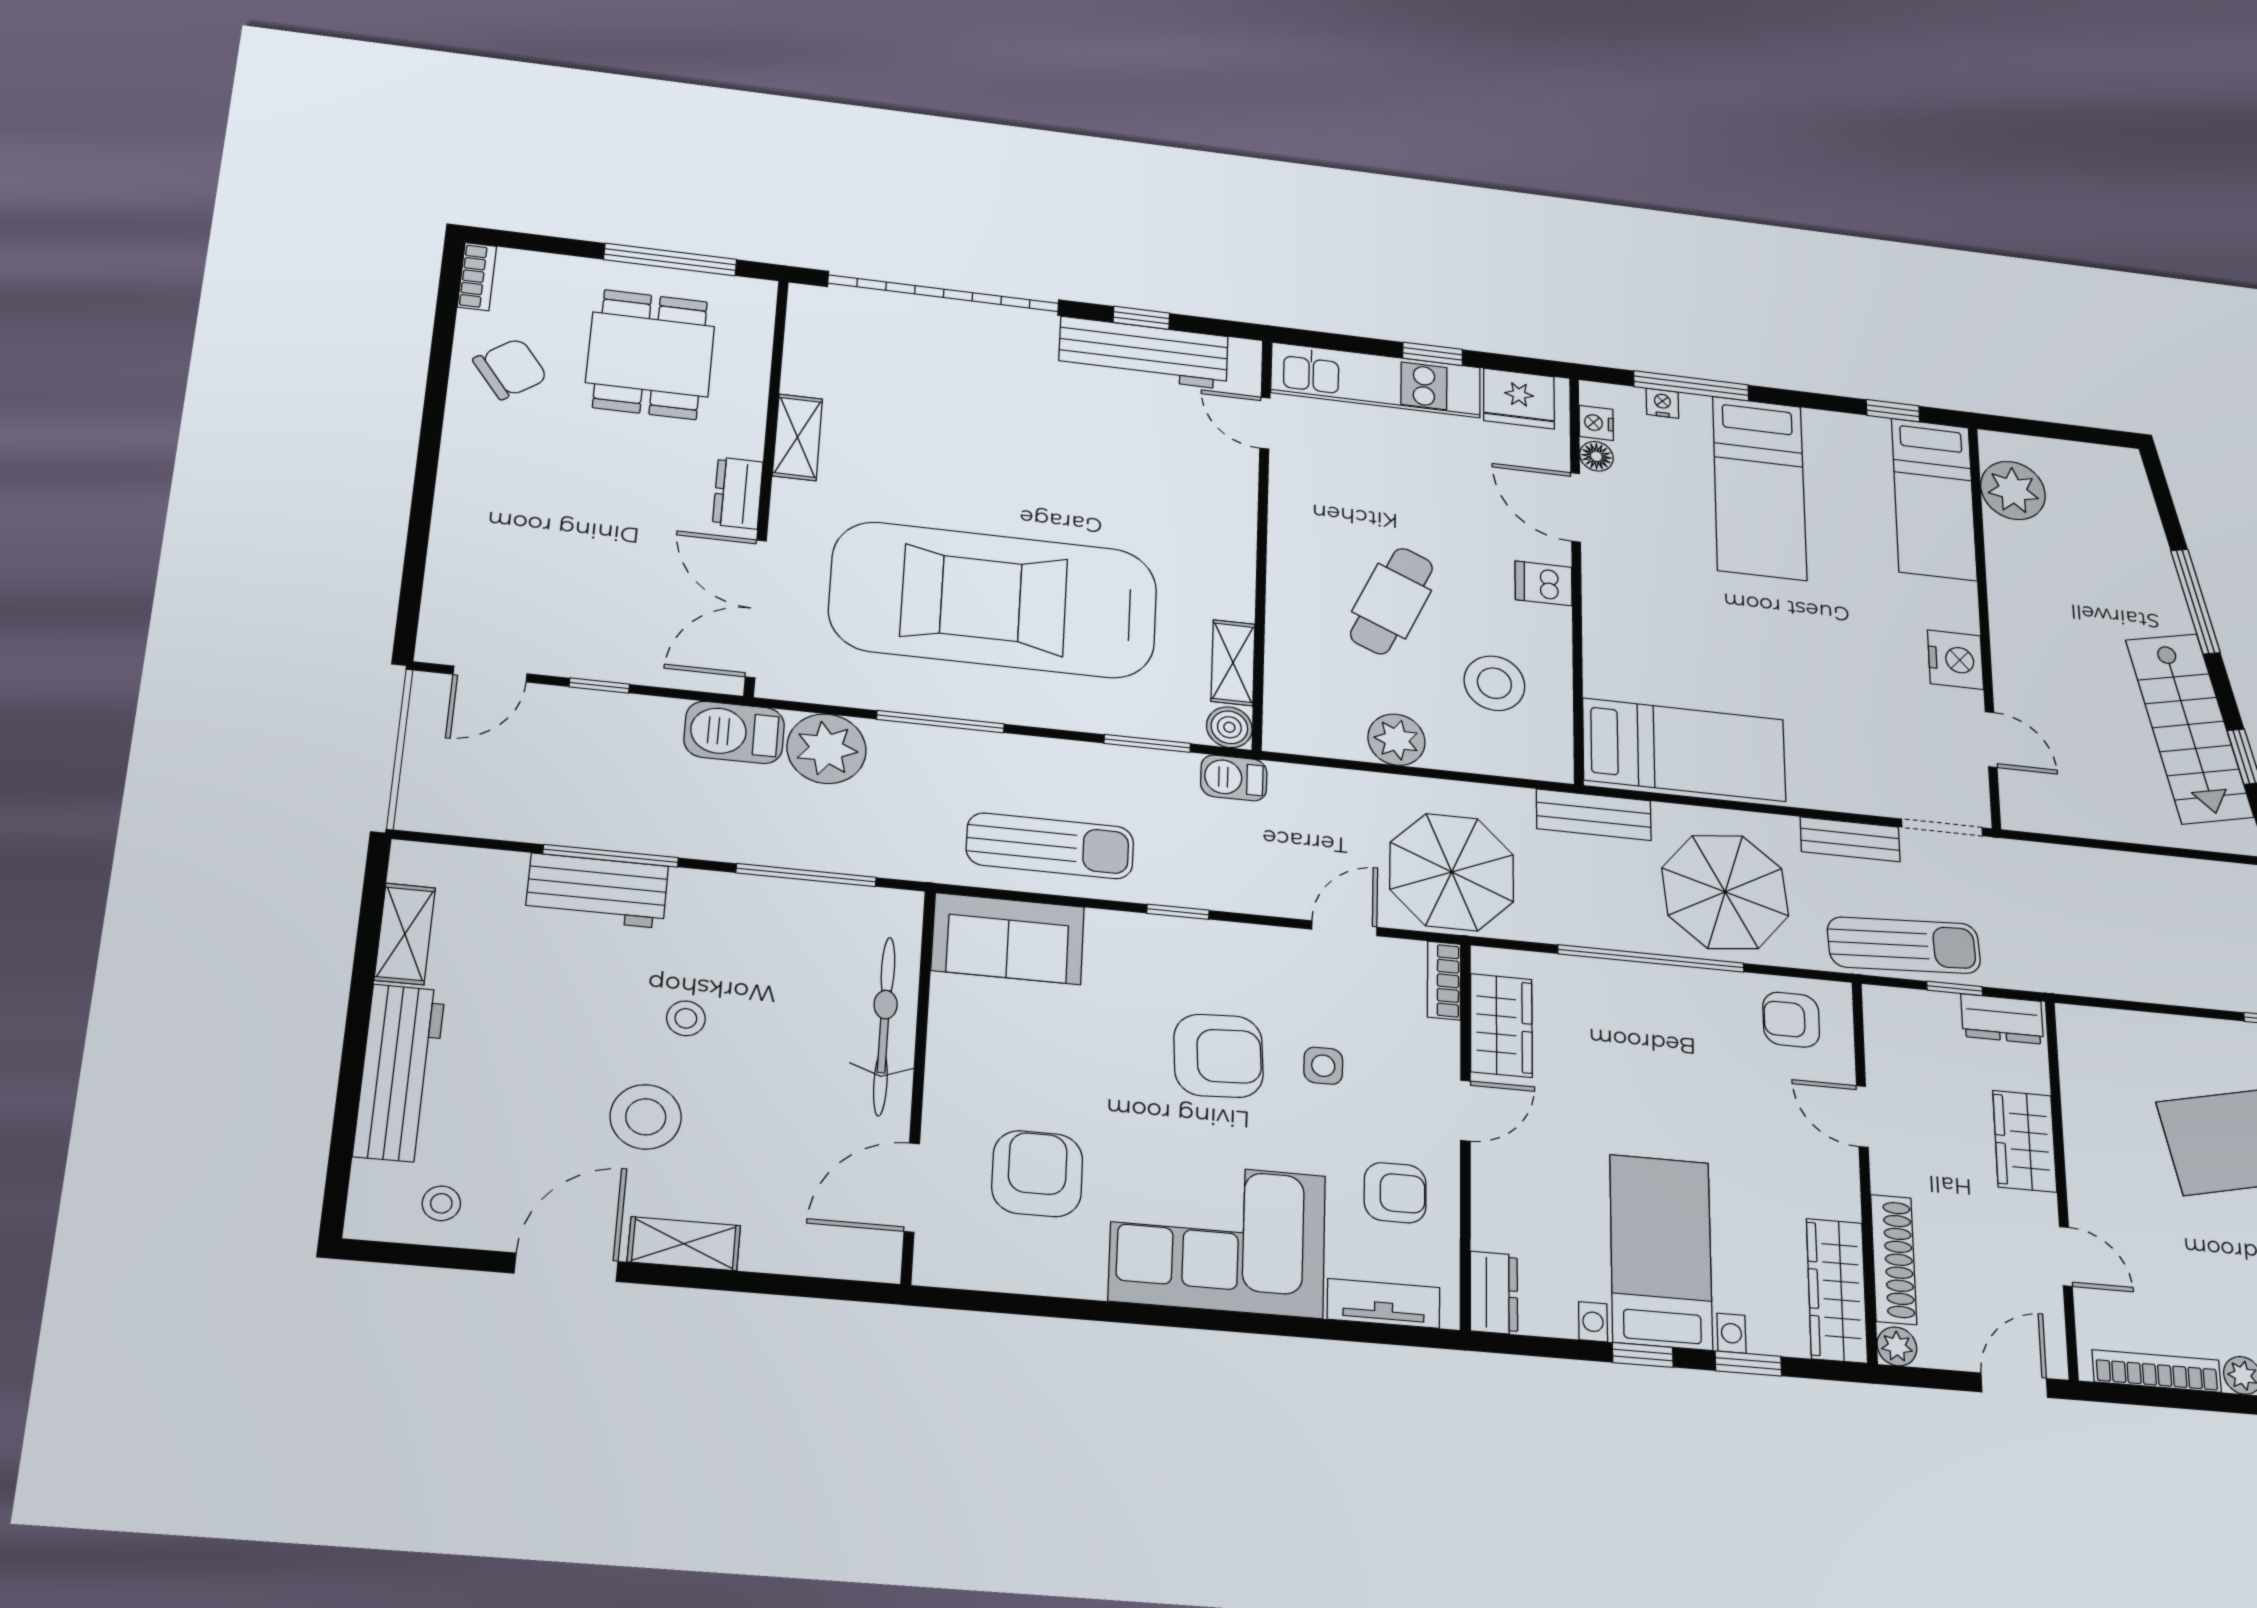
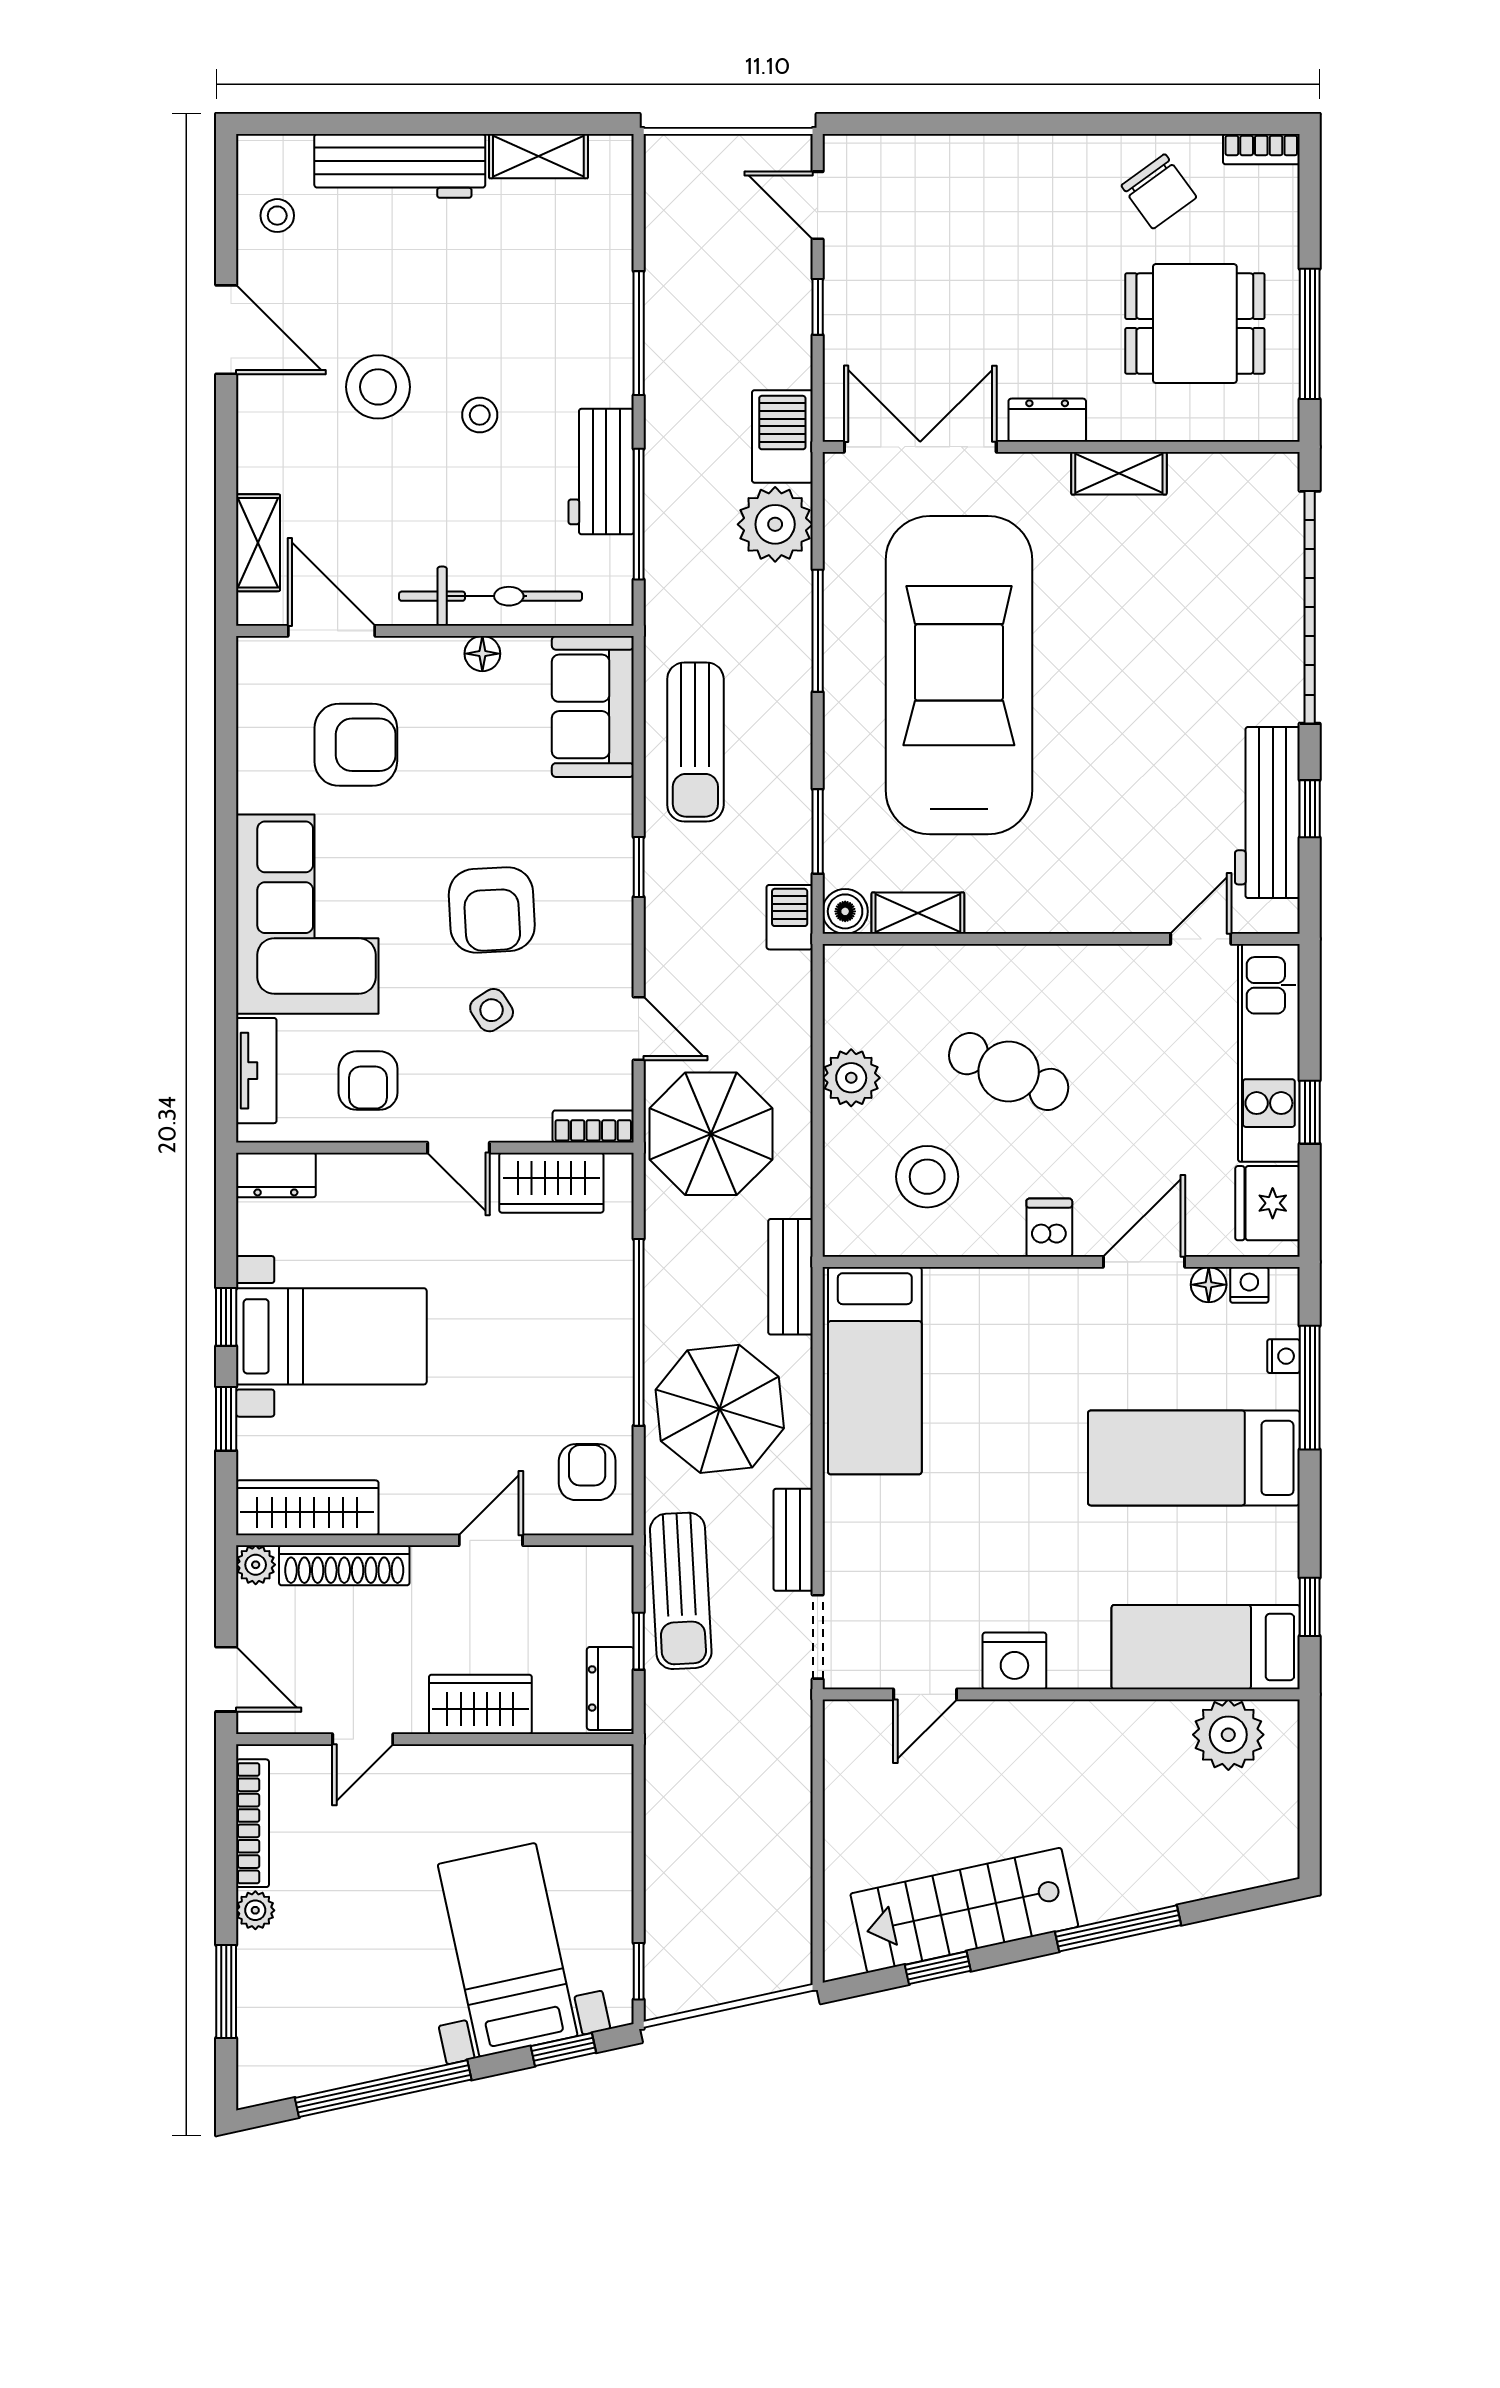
workbench: (597, 891) -> (601, 472), moved
floor lamp: (946, 1040) -> (482, 654), added
side table: (1323, 1066) -> (492, 1010), turned -33
shelving: (684, 1244) -> (258, 543), moved

